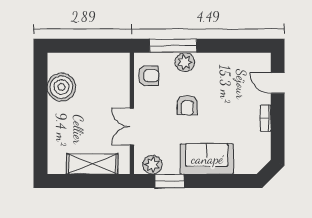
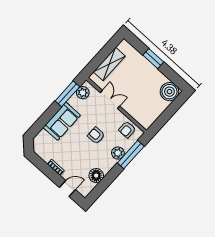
floor lamp: (233, 64) -> (96, 176), added
boiler: (61, 87) -> (169, 92), moved
window: (41, 119) -> (153, 59), added
window: (170, 181) -> (67, 94), width x1.44

